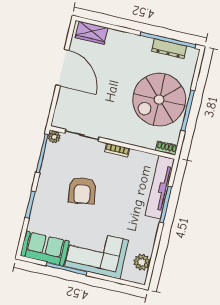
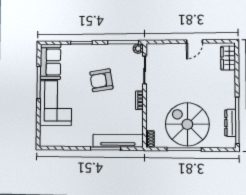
door: (62, 68) -> (195, 42), width x0.53
plant: (142, 262) -> (57, 140), removed

